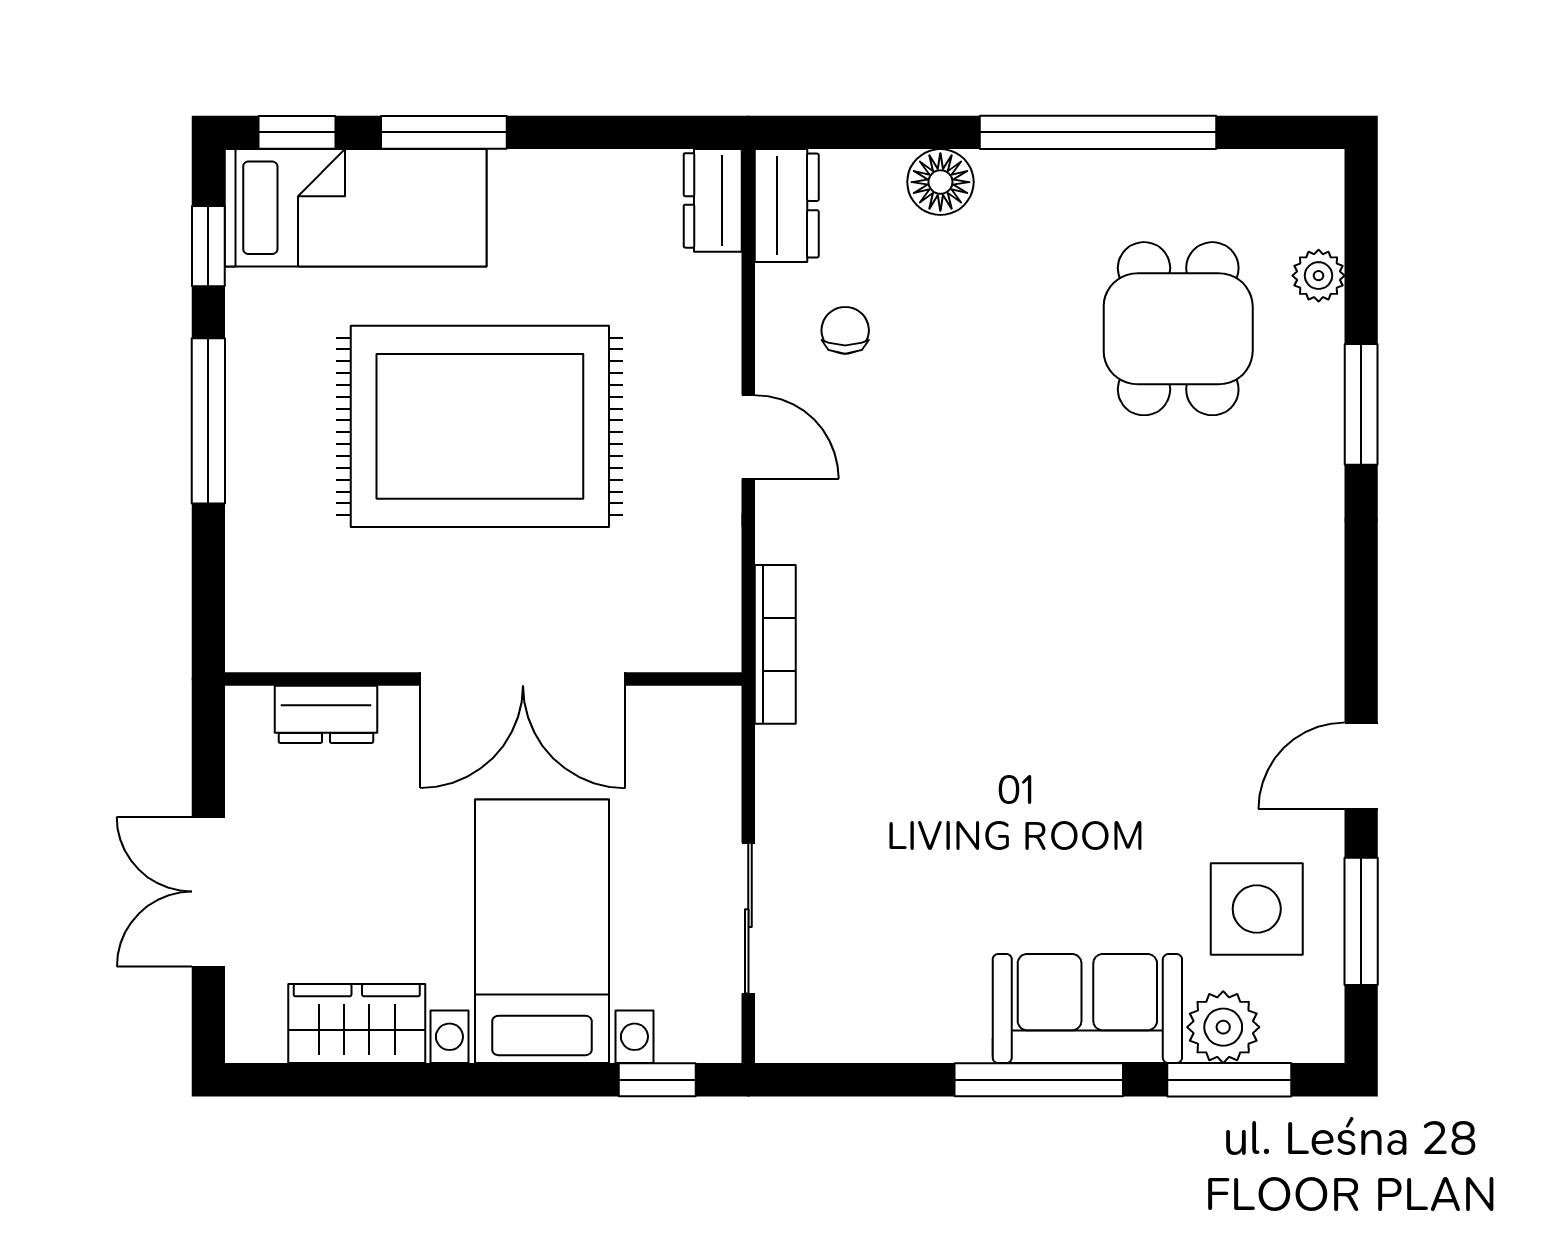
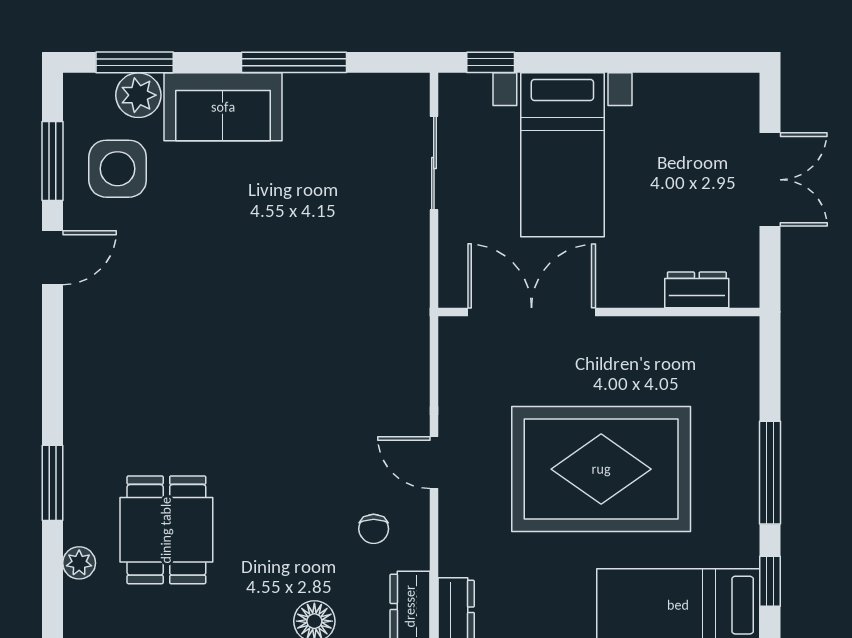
bookcase: (775, 644) -> (417, 333), removed
double door: (523, 679) -> (532, 312), moved
wardrobe: (357, 1023) -> (678, 97), removed
window: (1039, 1080) -> (294, 62), moved

